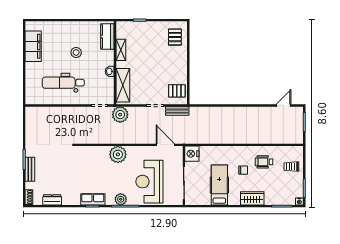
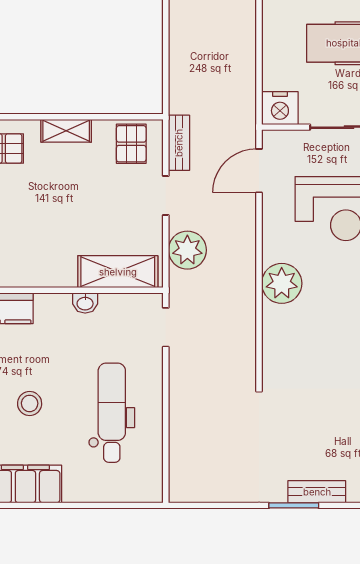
shelving: (121, 50) -> (66, 131), moved
stool: (76, 52) -> (30, 403), moved
dental chair: (63, 83) -> (112, 413), turned 180
plant: (120, 115) -> (187, 250), moved

